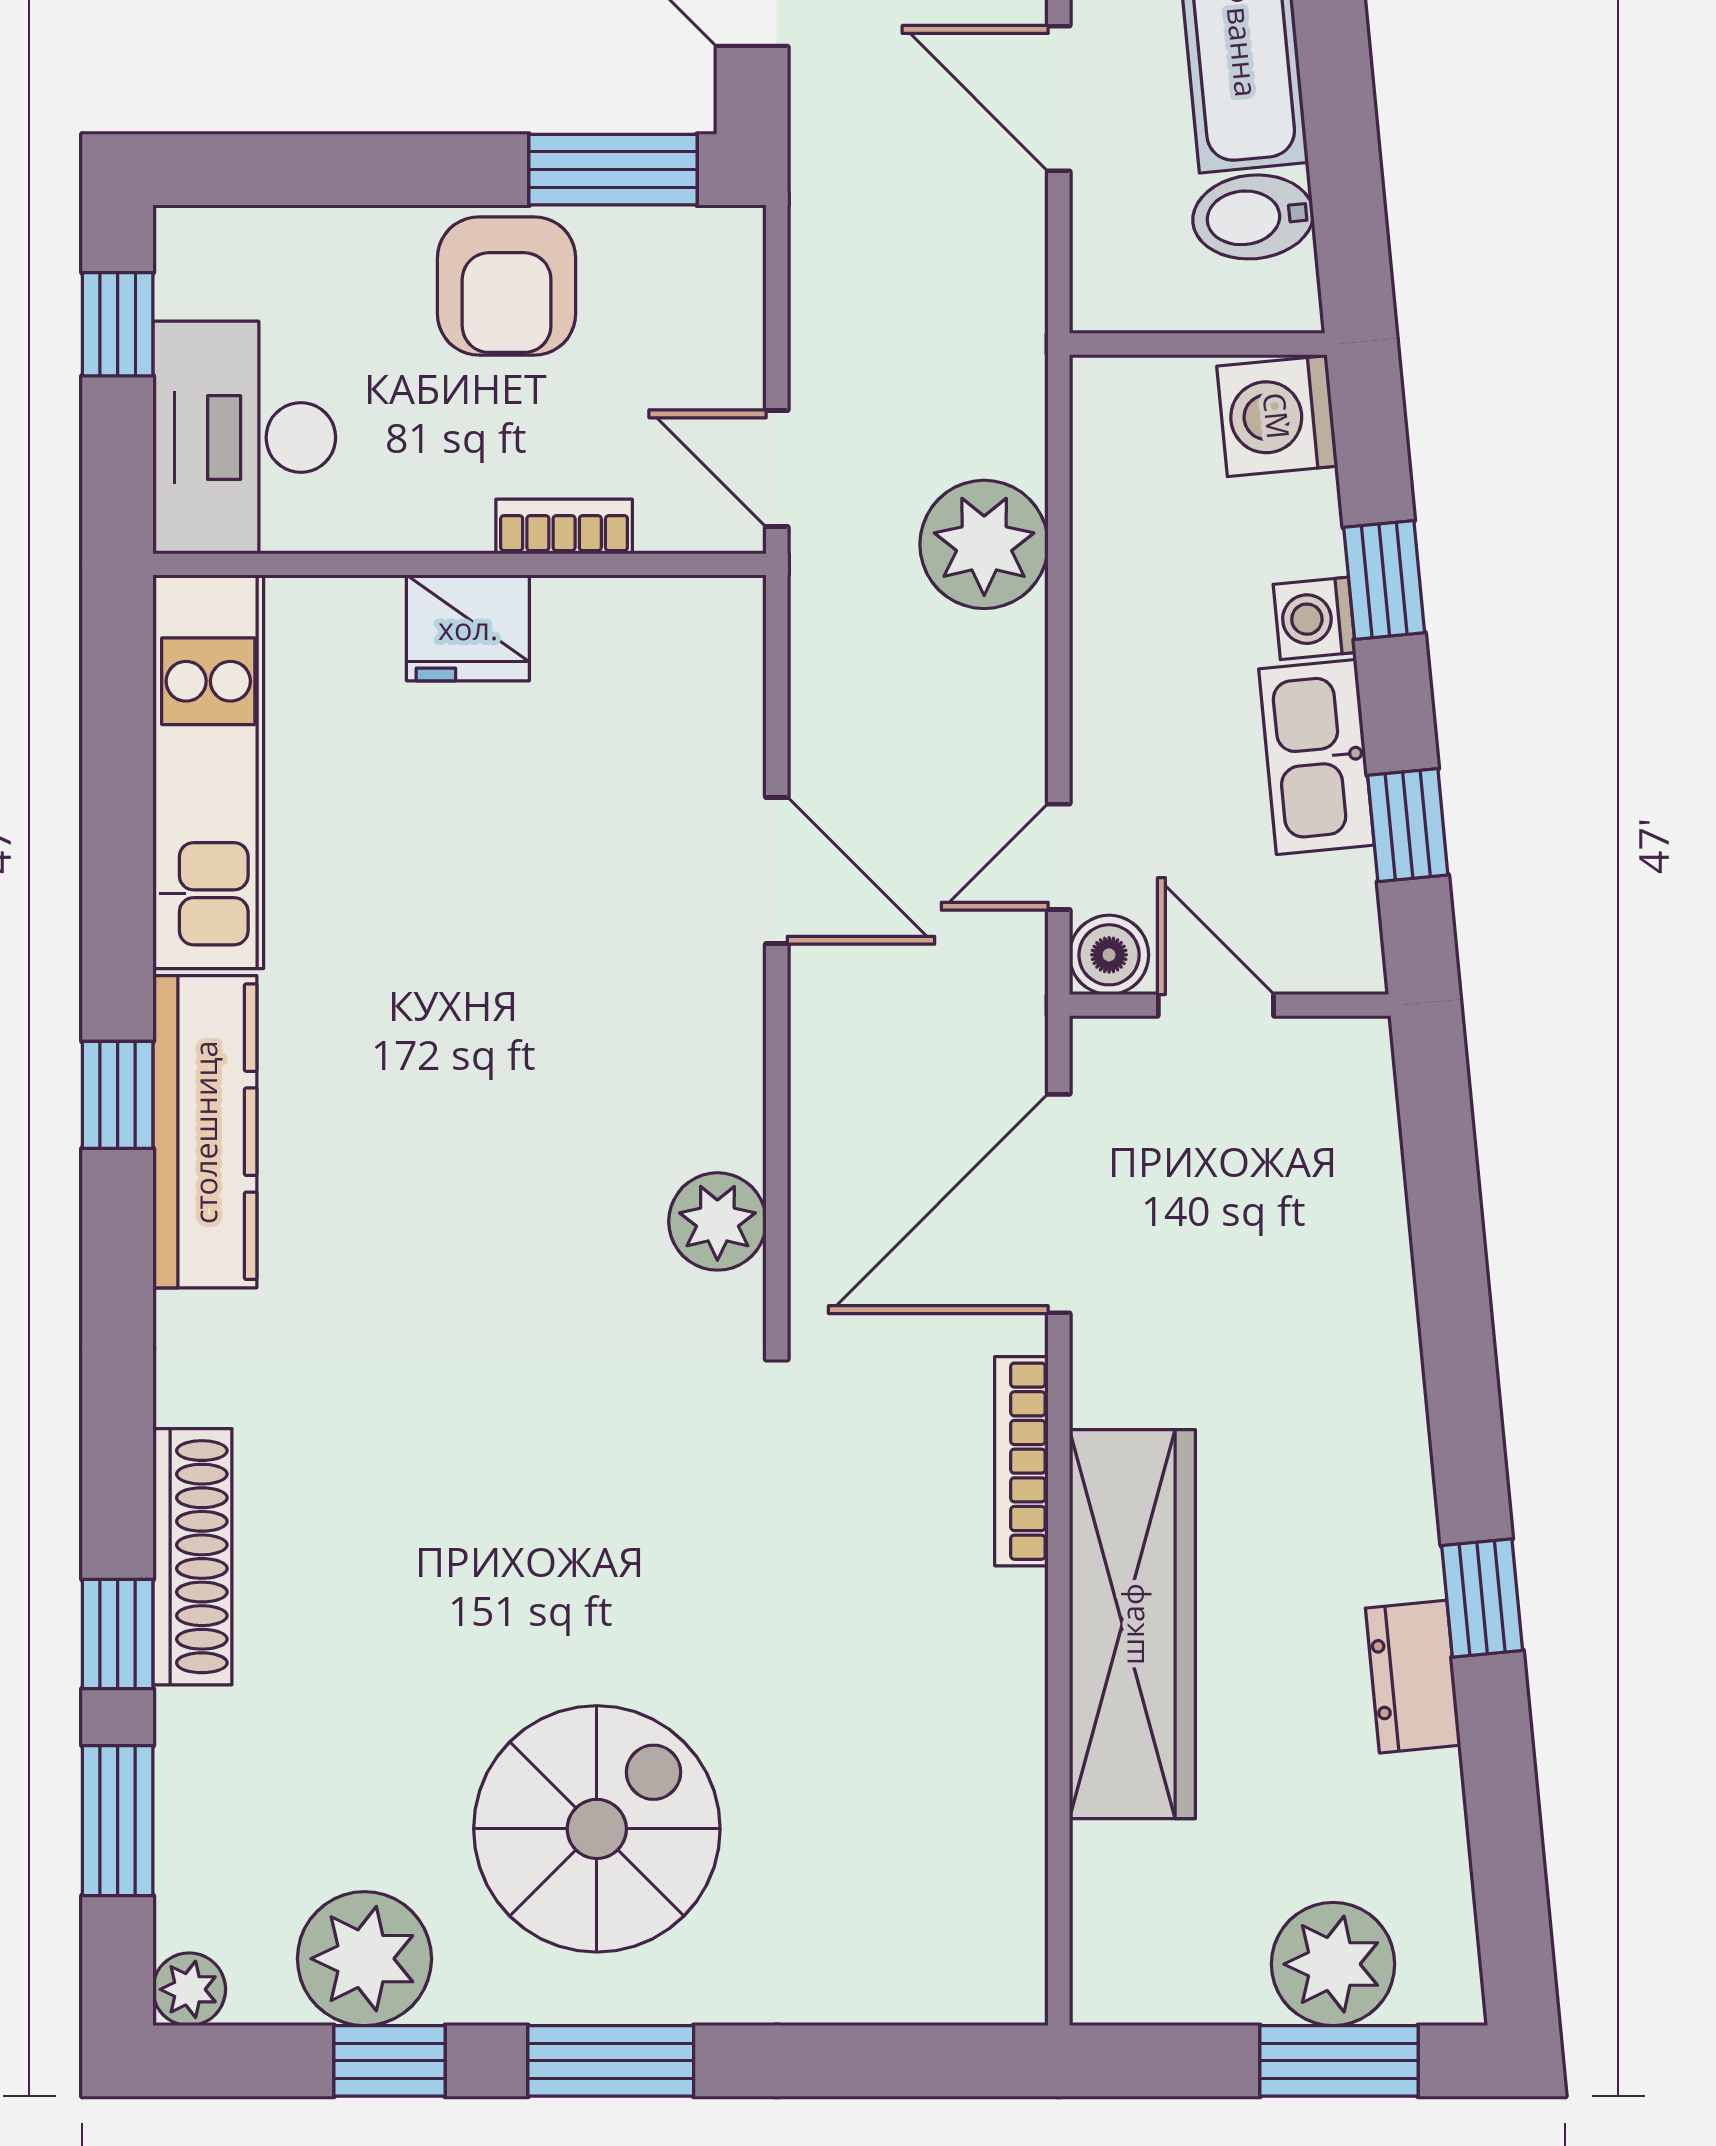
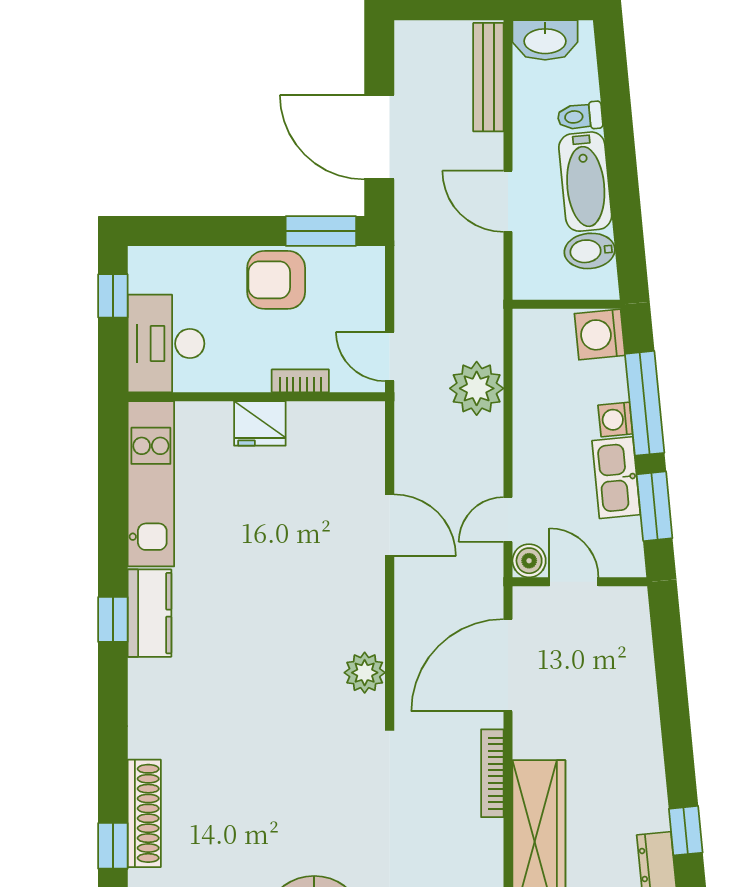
armchair: (507, 286) -> (276, 280), turned 90
window: (1384, 580) -> (645, 403), width x2.17
window: (1408, 825) -> (655, 506), width x1.50
kitchen counter: (205, 1132) -> (149, 613), width x0.67

